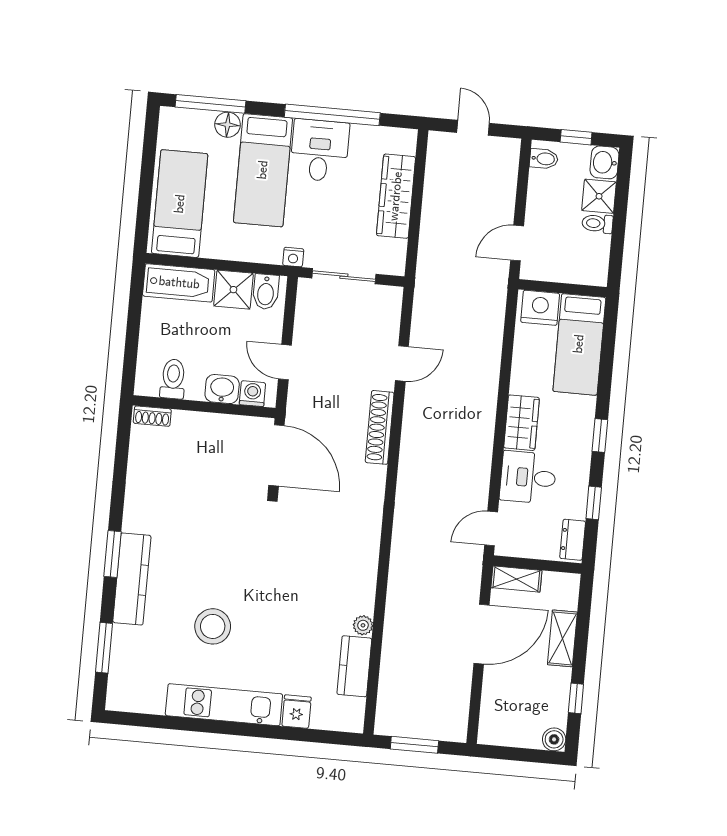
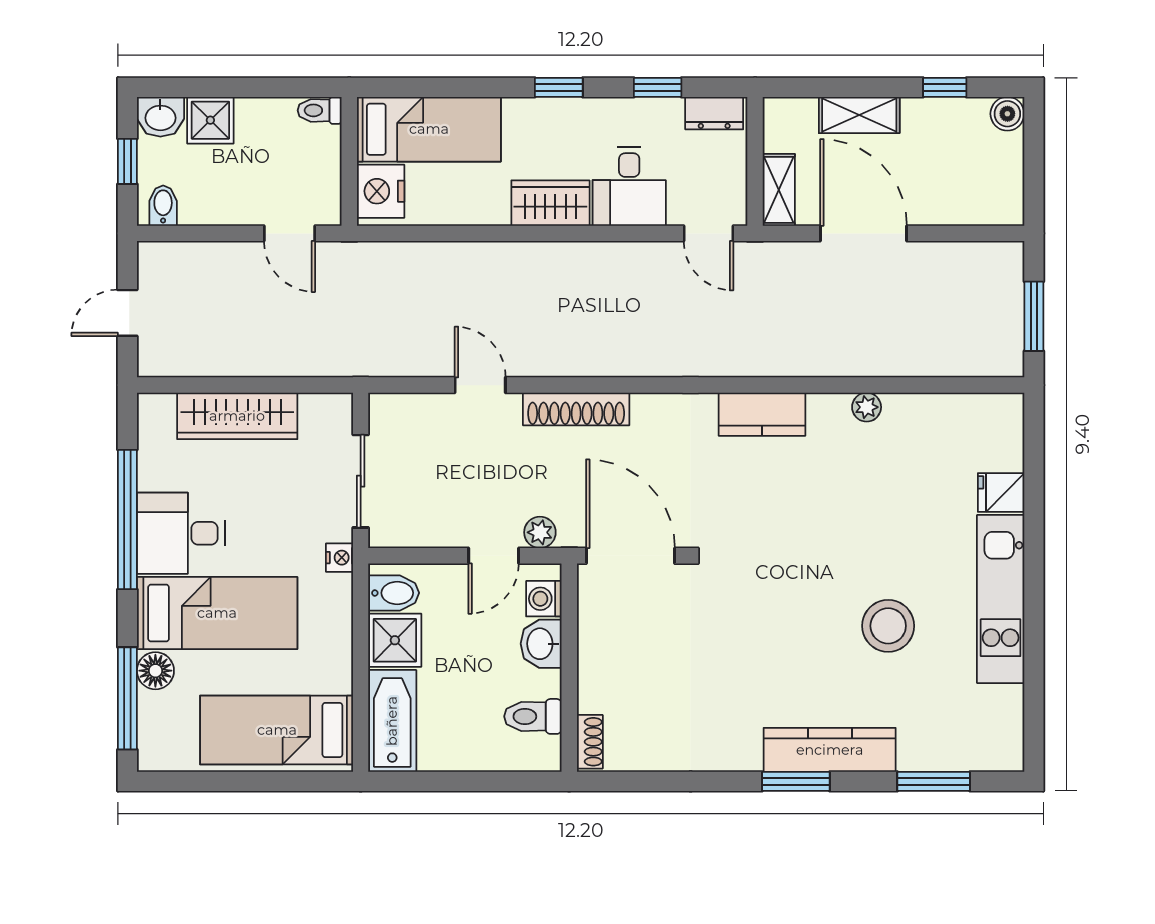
toilet: (597, 224) -> (320, 110), moved, turned 90
plant: (298, 395) -> (540, 532), added
door: (276, 455) -> (631, 556), hinge flipped
kitchen counter: (354, 666) -> (762, 414), moved

